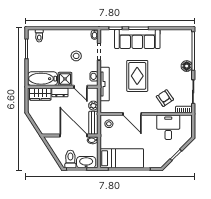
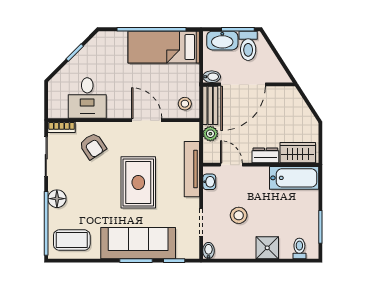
coffee table: (178, 41) -> (72, 240), added
shower: (65, 79) -> (267, 248), moved
door: (73, 136) -> (243, 84), hinge flipped

